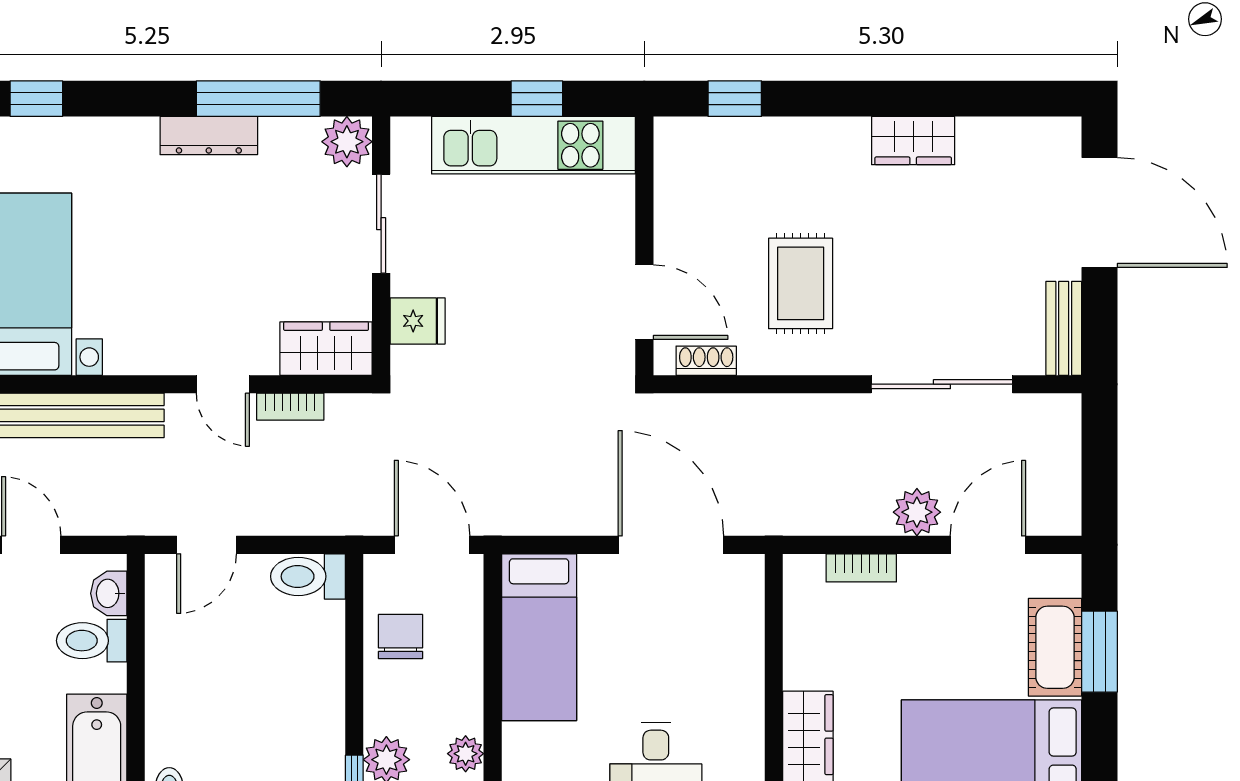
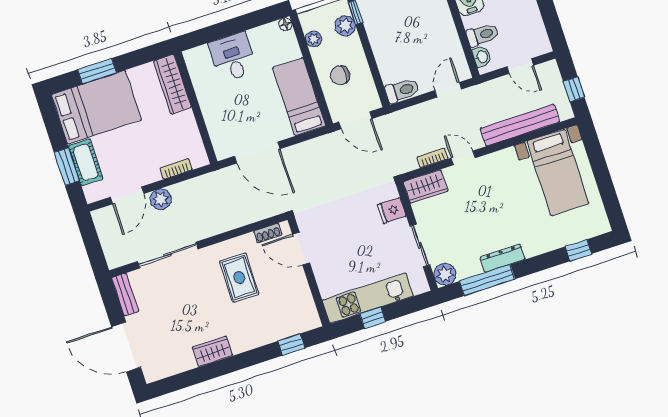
chair: (401, 636) -> (340, 75), moved, turned 90

